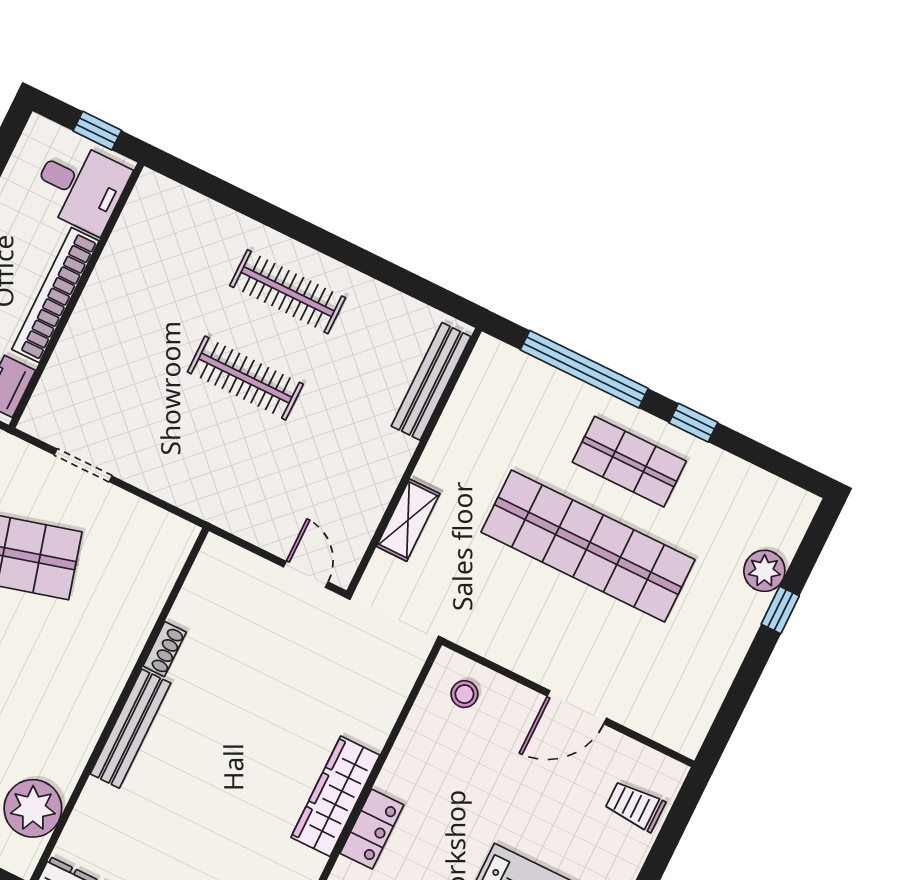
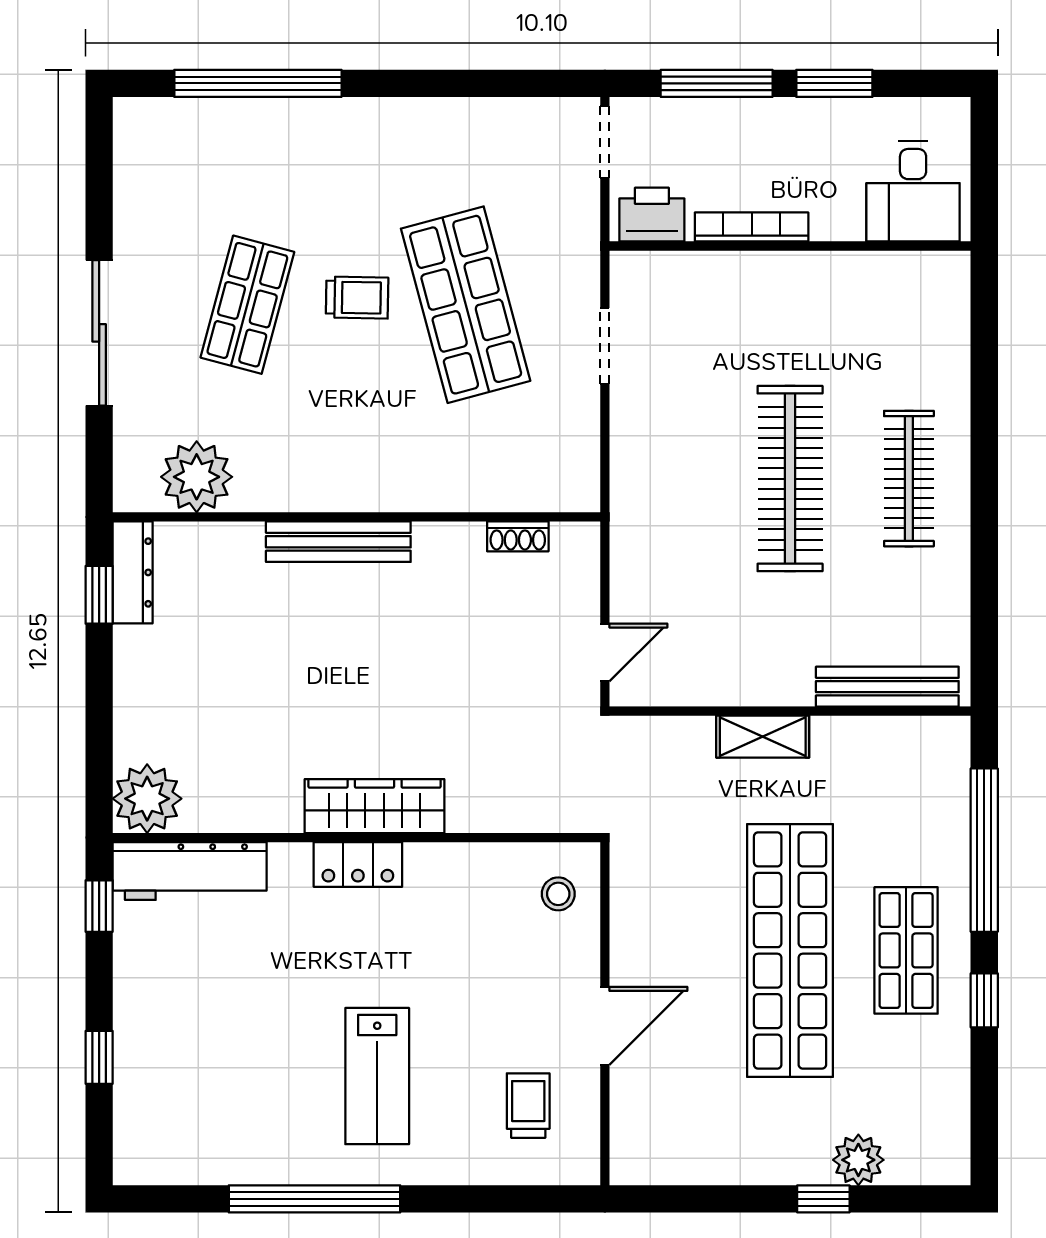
window: (97, 131) -> (984, 180), removed
bookcase: (55, 295) -> (752, 227), width x0.68, depth x0.76
clothes rail: (245, 378) -> (790, 479), width x1.37, depth x1.31
shelving: (408, 520) -> (763, 737), moved
shoe rack: (165, 649) -> (518, 536), moved
door: (577, 707) -> (605, 1026), swing flipped
trolley: (635, 806) -> (528, 1106), moved

